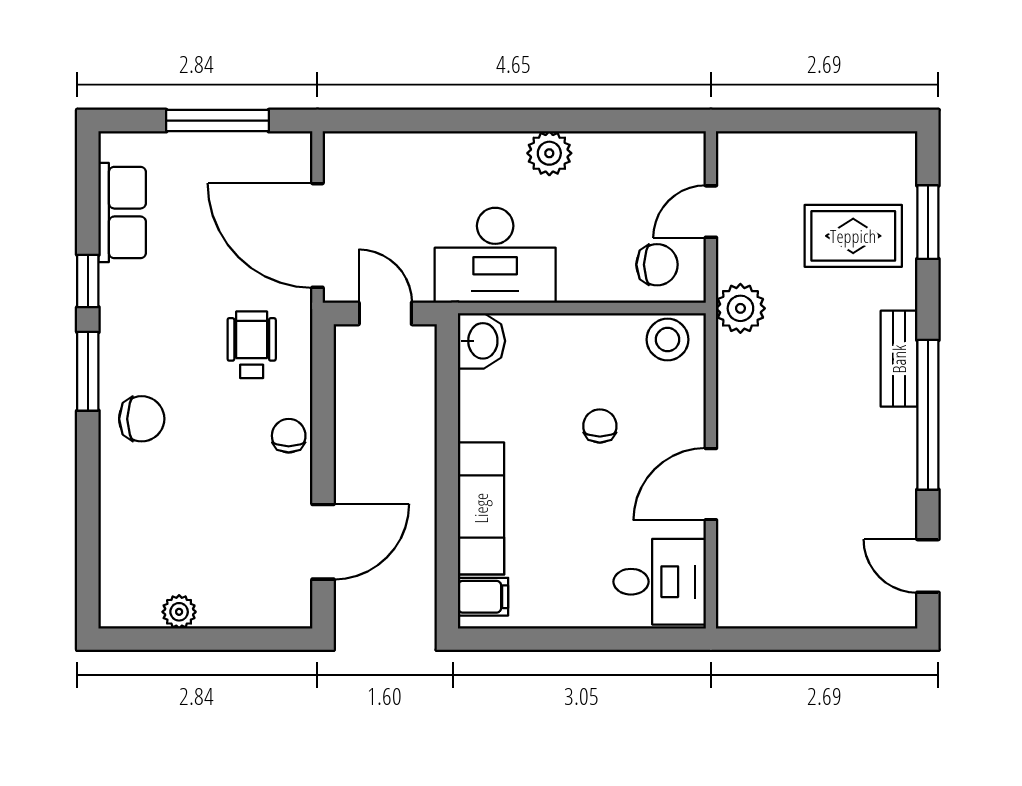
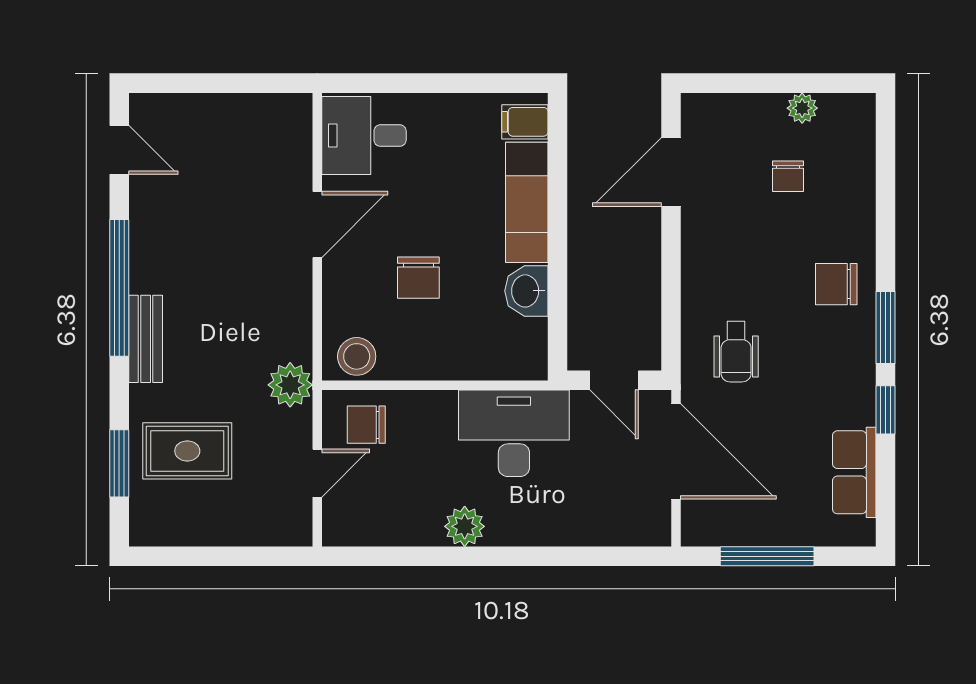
washbasin: (481, 341) -> (526, 291), moved
chair: (600, 426) -> (418, 278), width x1.37, depth x1.37
chair: (289, 436) -> (788, 176), moved

